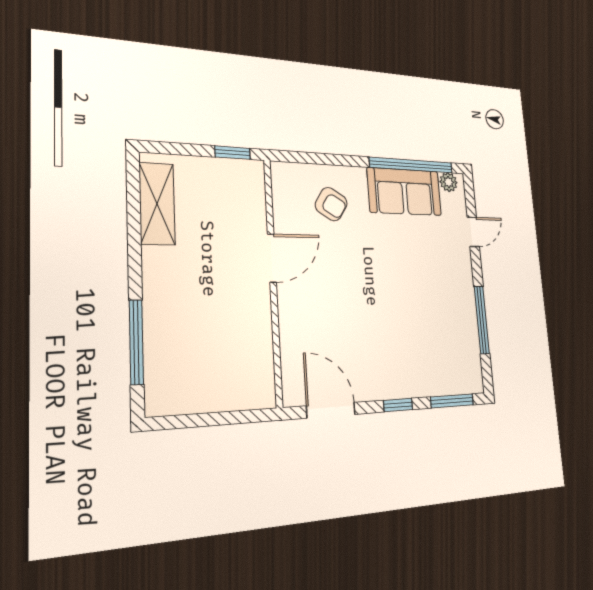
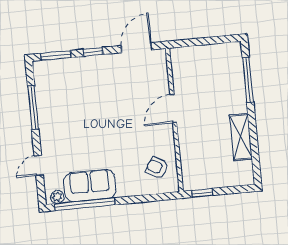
shelving: (157, 204) -> (241, 137), moved
armchair: (331, 204) -> (157, 168), moved
door: (272, 258) -> (173, 109), moved
door: (331, 410) -> (136, 48), swing flipped

